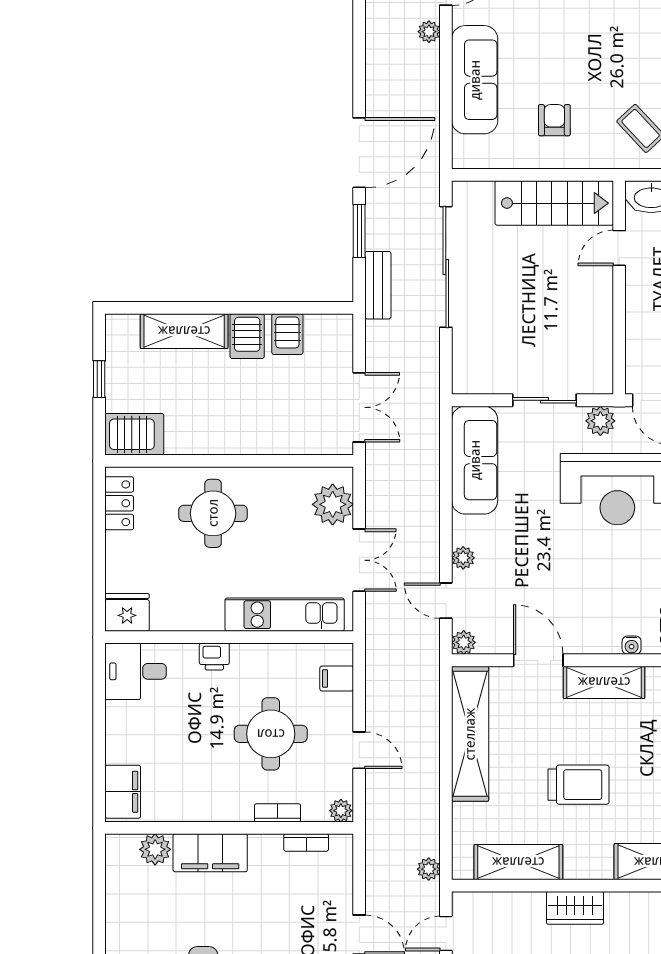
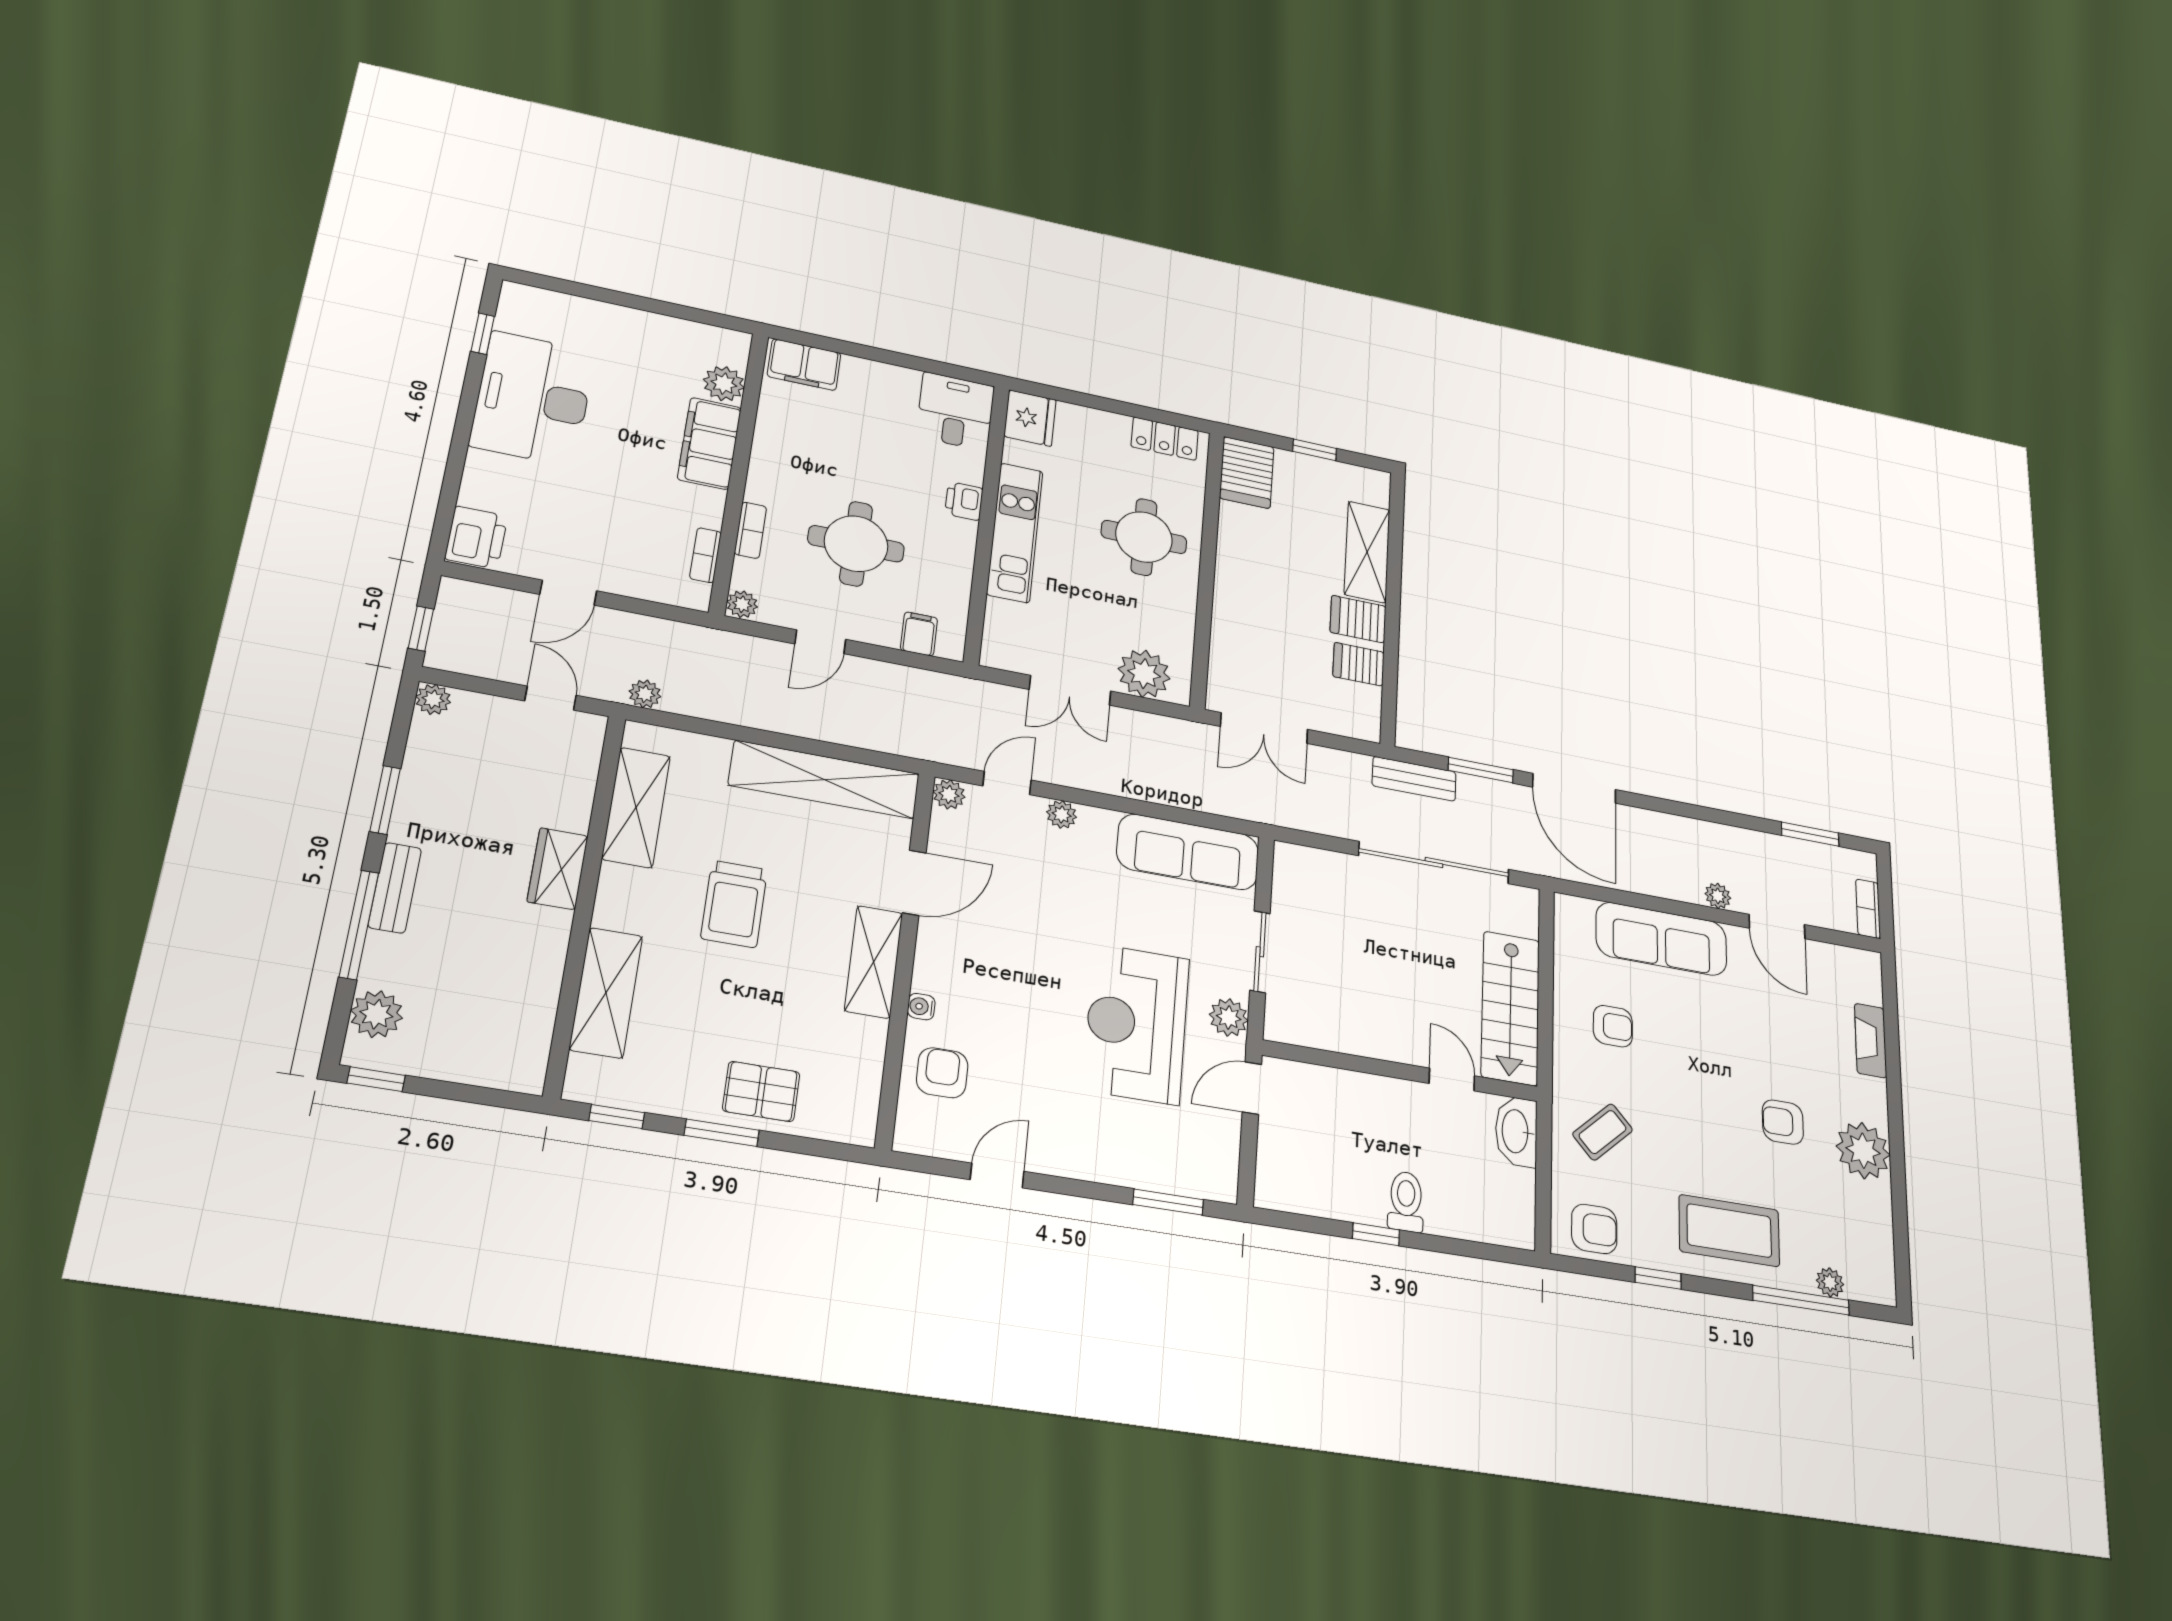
kitchen unit: (285, 615) -> (1015, 532), moved

